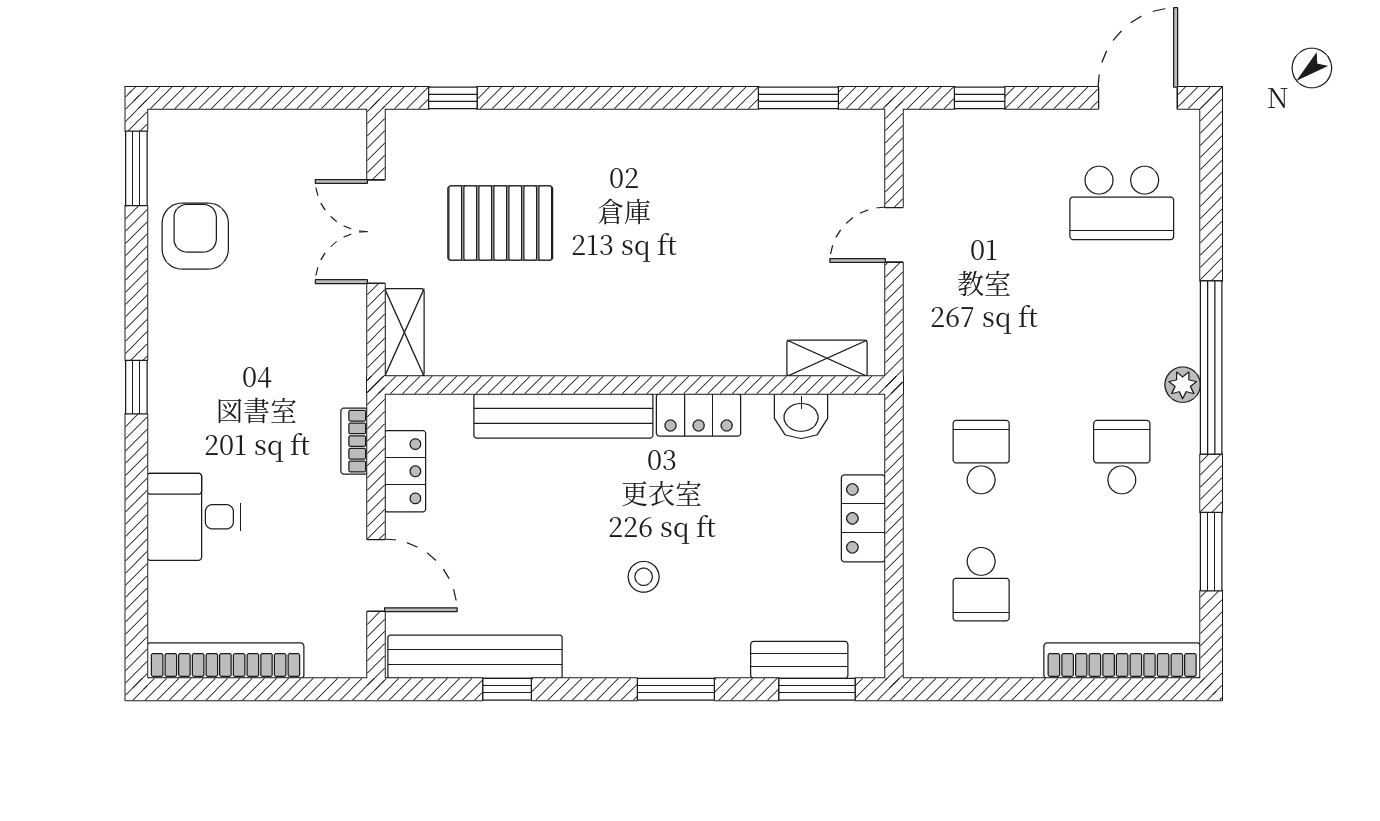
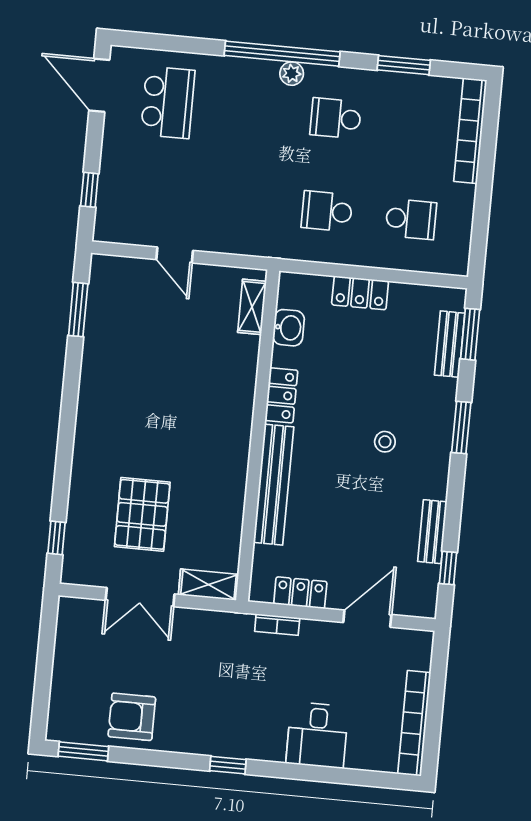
bench: (475, 657) -> (432, 532), width x0.54, depth x0.82
window: (507, 689) -> (448, 568), moved

